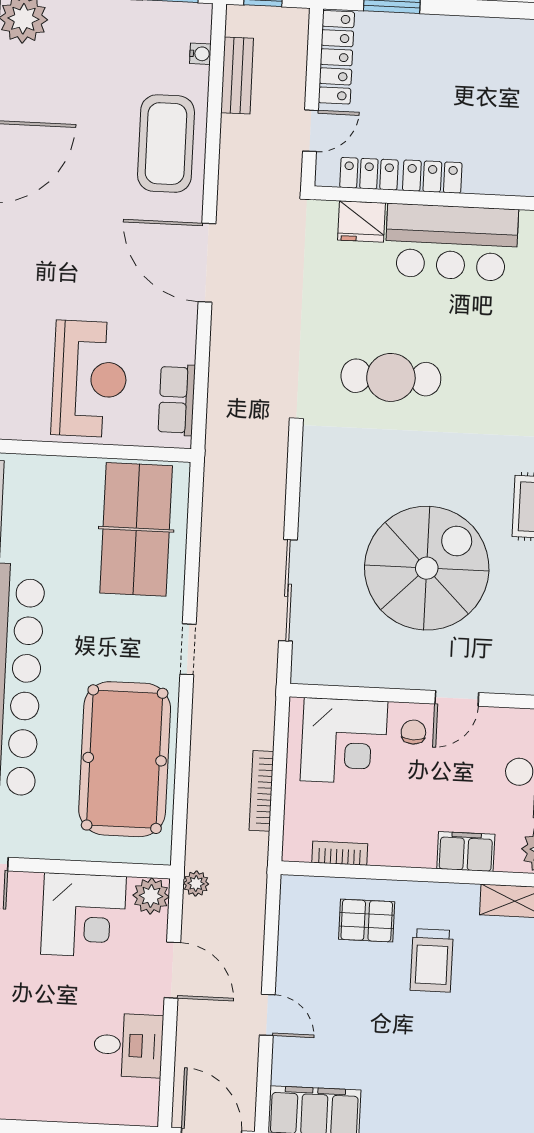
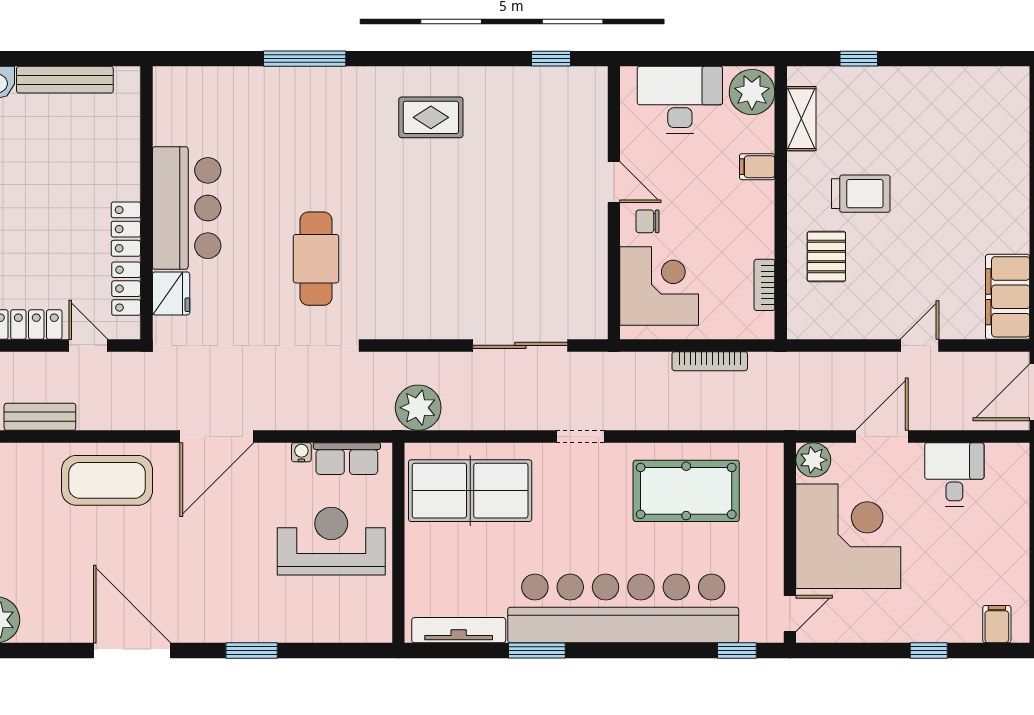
water cooler: (200, 54) -> (301, 452), moved
spiral stairs: (427, 568) -> (493, 216), removed
pool table: (125, 759) -> (686, 491), width x0.73, depth x0.76
filing cabinet: (466, 852) -> (757, 167), width x0.50
plant: (196, 884) -> (418, 408), moved, width x1.88, depth x1.88
corner desk: (83, 915) -> (848, 536), width x1.36, depth x1.36

